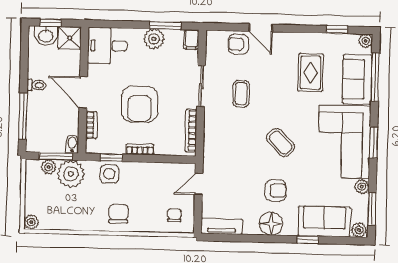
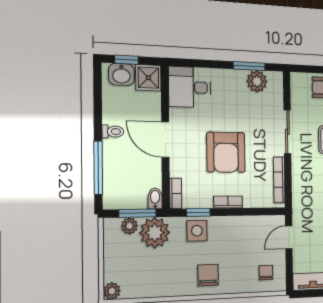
plant: (154, 39) -> (257, 81), moved
filing cabinet: (191, 39) -> (276, 82), removed
bookcase: (91, 125) -> (176, 193), moved

